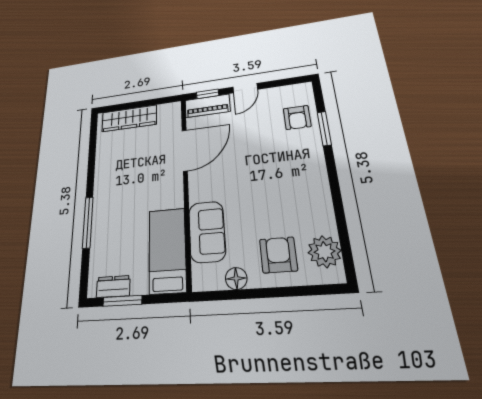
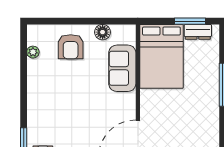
bed: (167, 250) -> (161, 56), width x1.50
plant: (325, 252) -> (33, 52), width x0.53, depth x0.53

